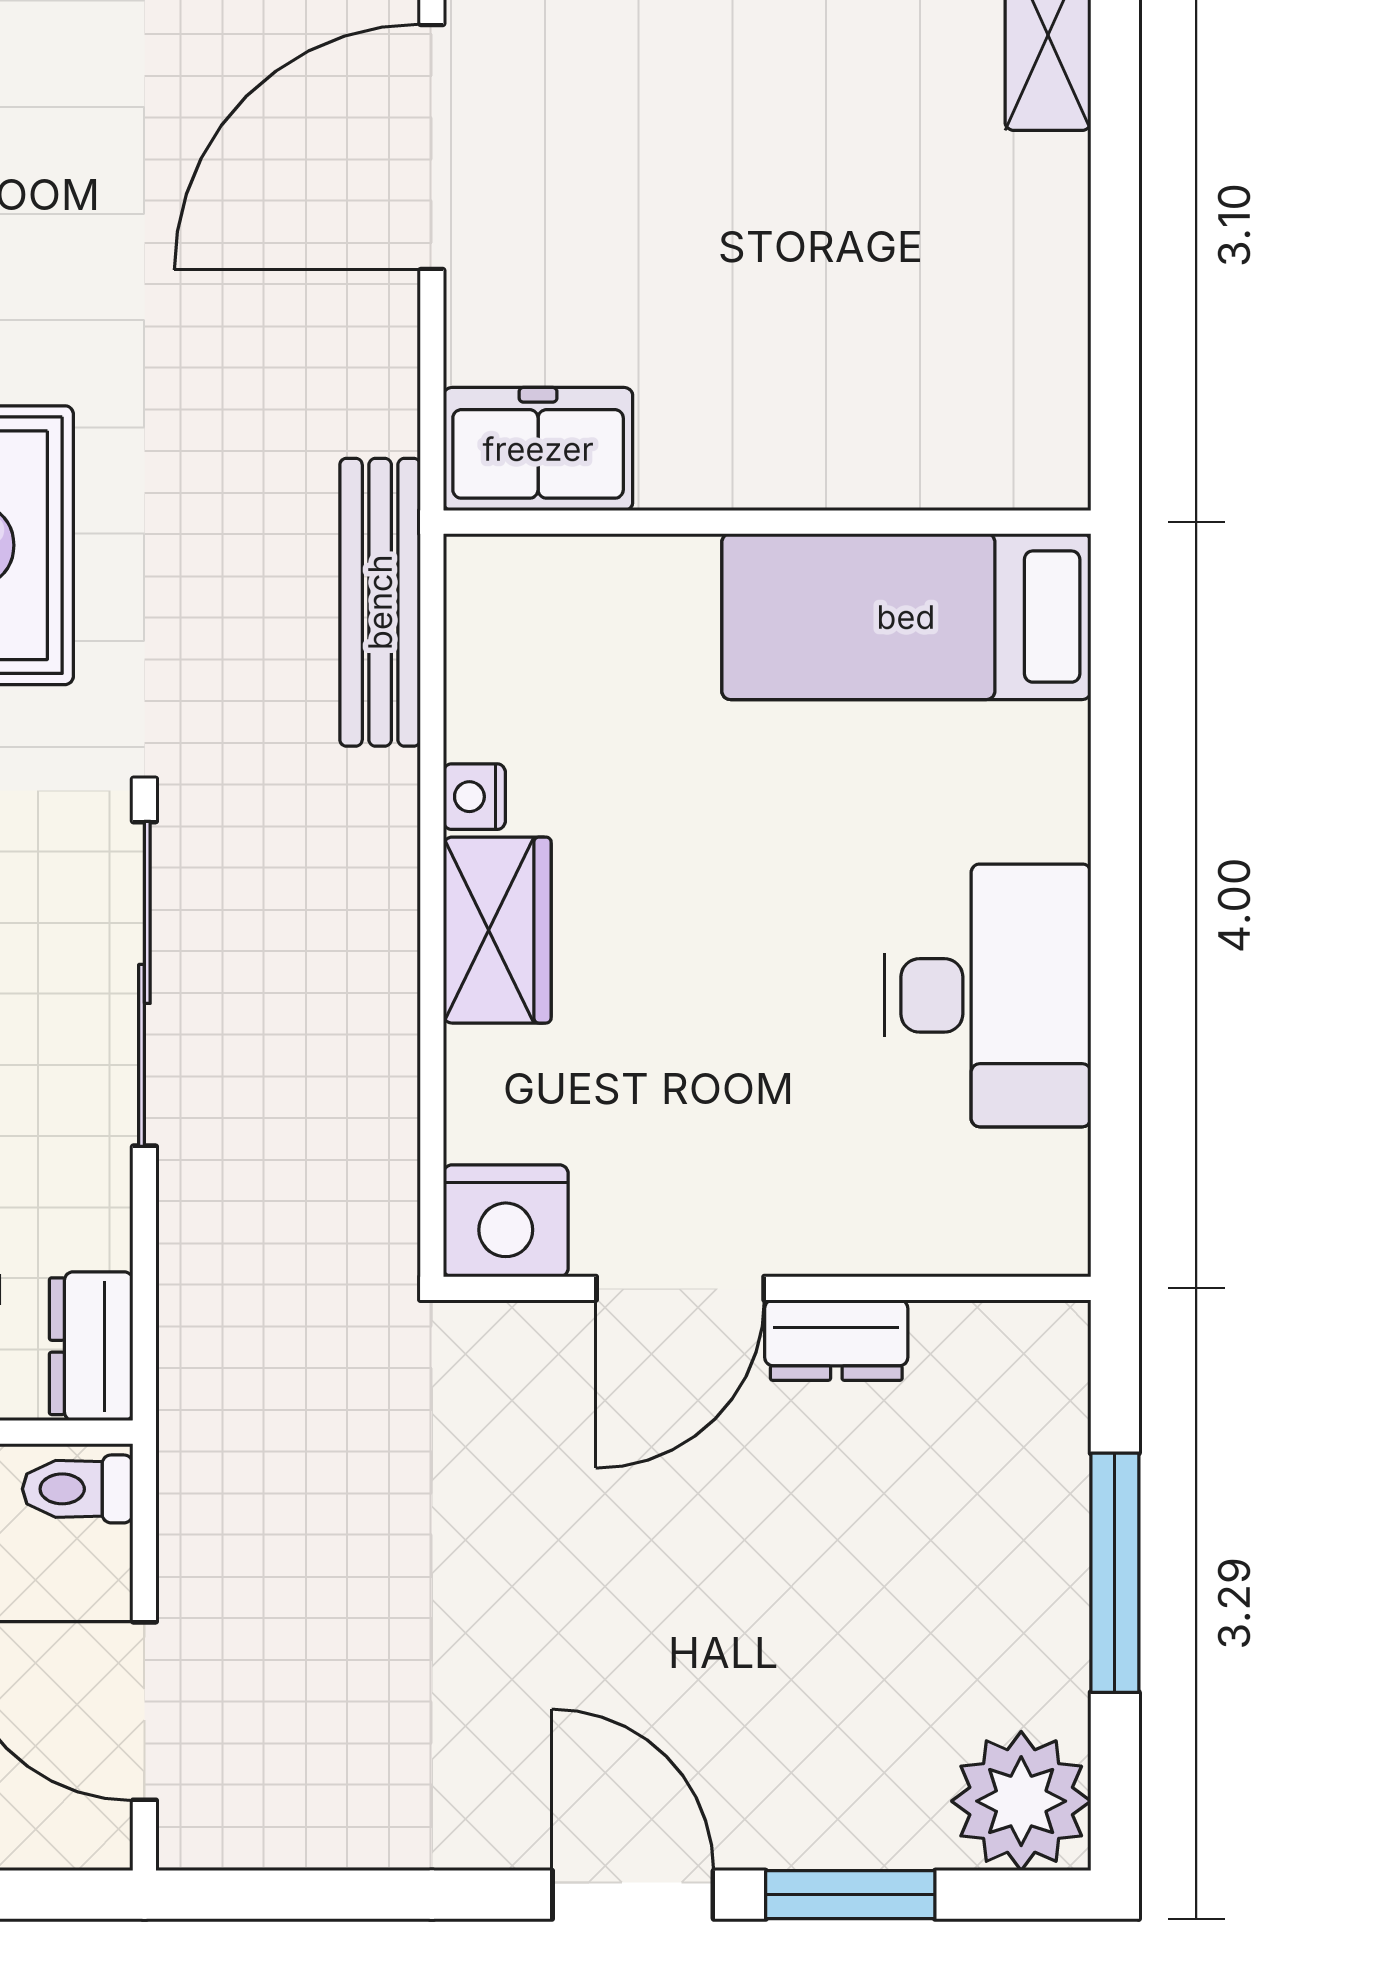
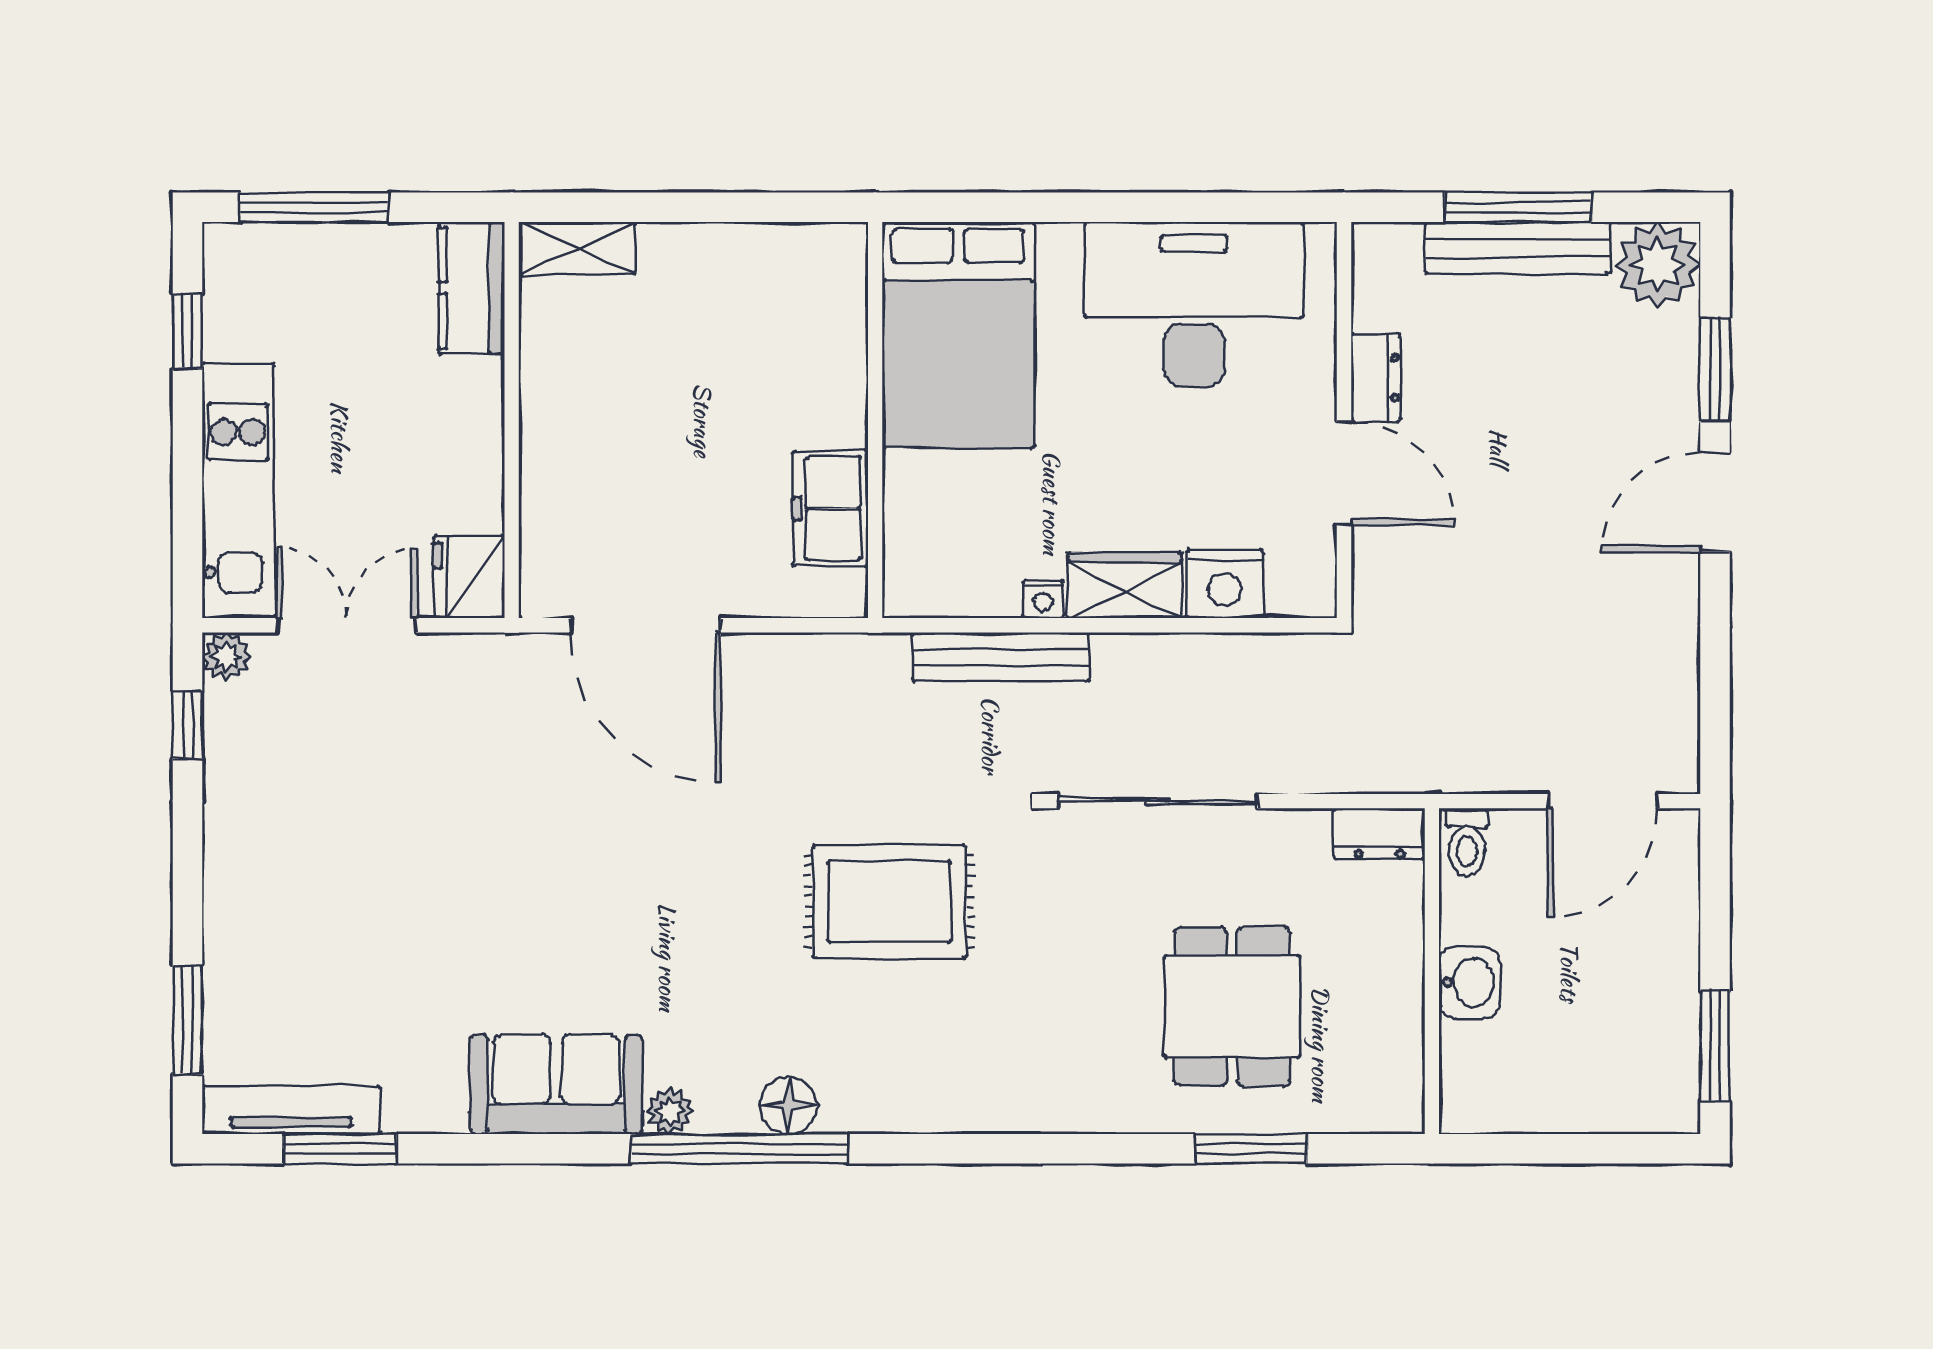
freezer: (538, 449) -> (830, 508), moved
bench: (380, 602) -> (1001, 657), moved
bed: (906, 617) -> (958, 335), width x1.50
desk: (988, 995) -> (1194, 304), width x1.36, depth x1.30
nightstand: (506, 1221) -> (1225, 584), moved, turned 90
bench: (1049, 1572) -> (1518, 248), added

